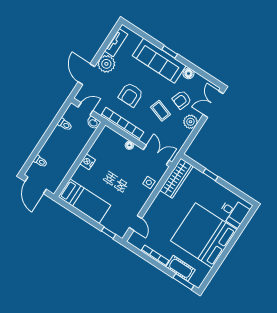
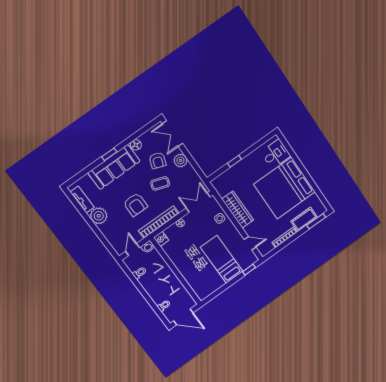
door: (86, 74) -> (101, 237), removed
nightstand: (88, 162) -> (161, 239), moved
wardrobe: (177, 178) -> (238, 210), moved
bed: (84, 201) -> (222, 259), moved, turned -90

